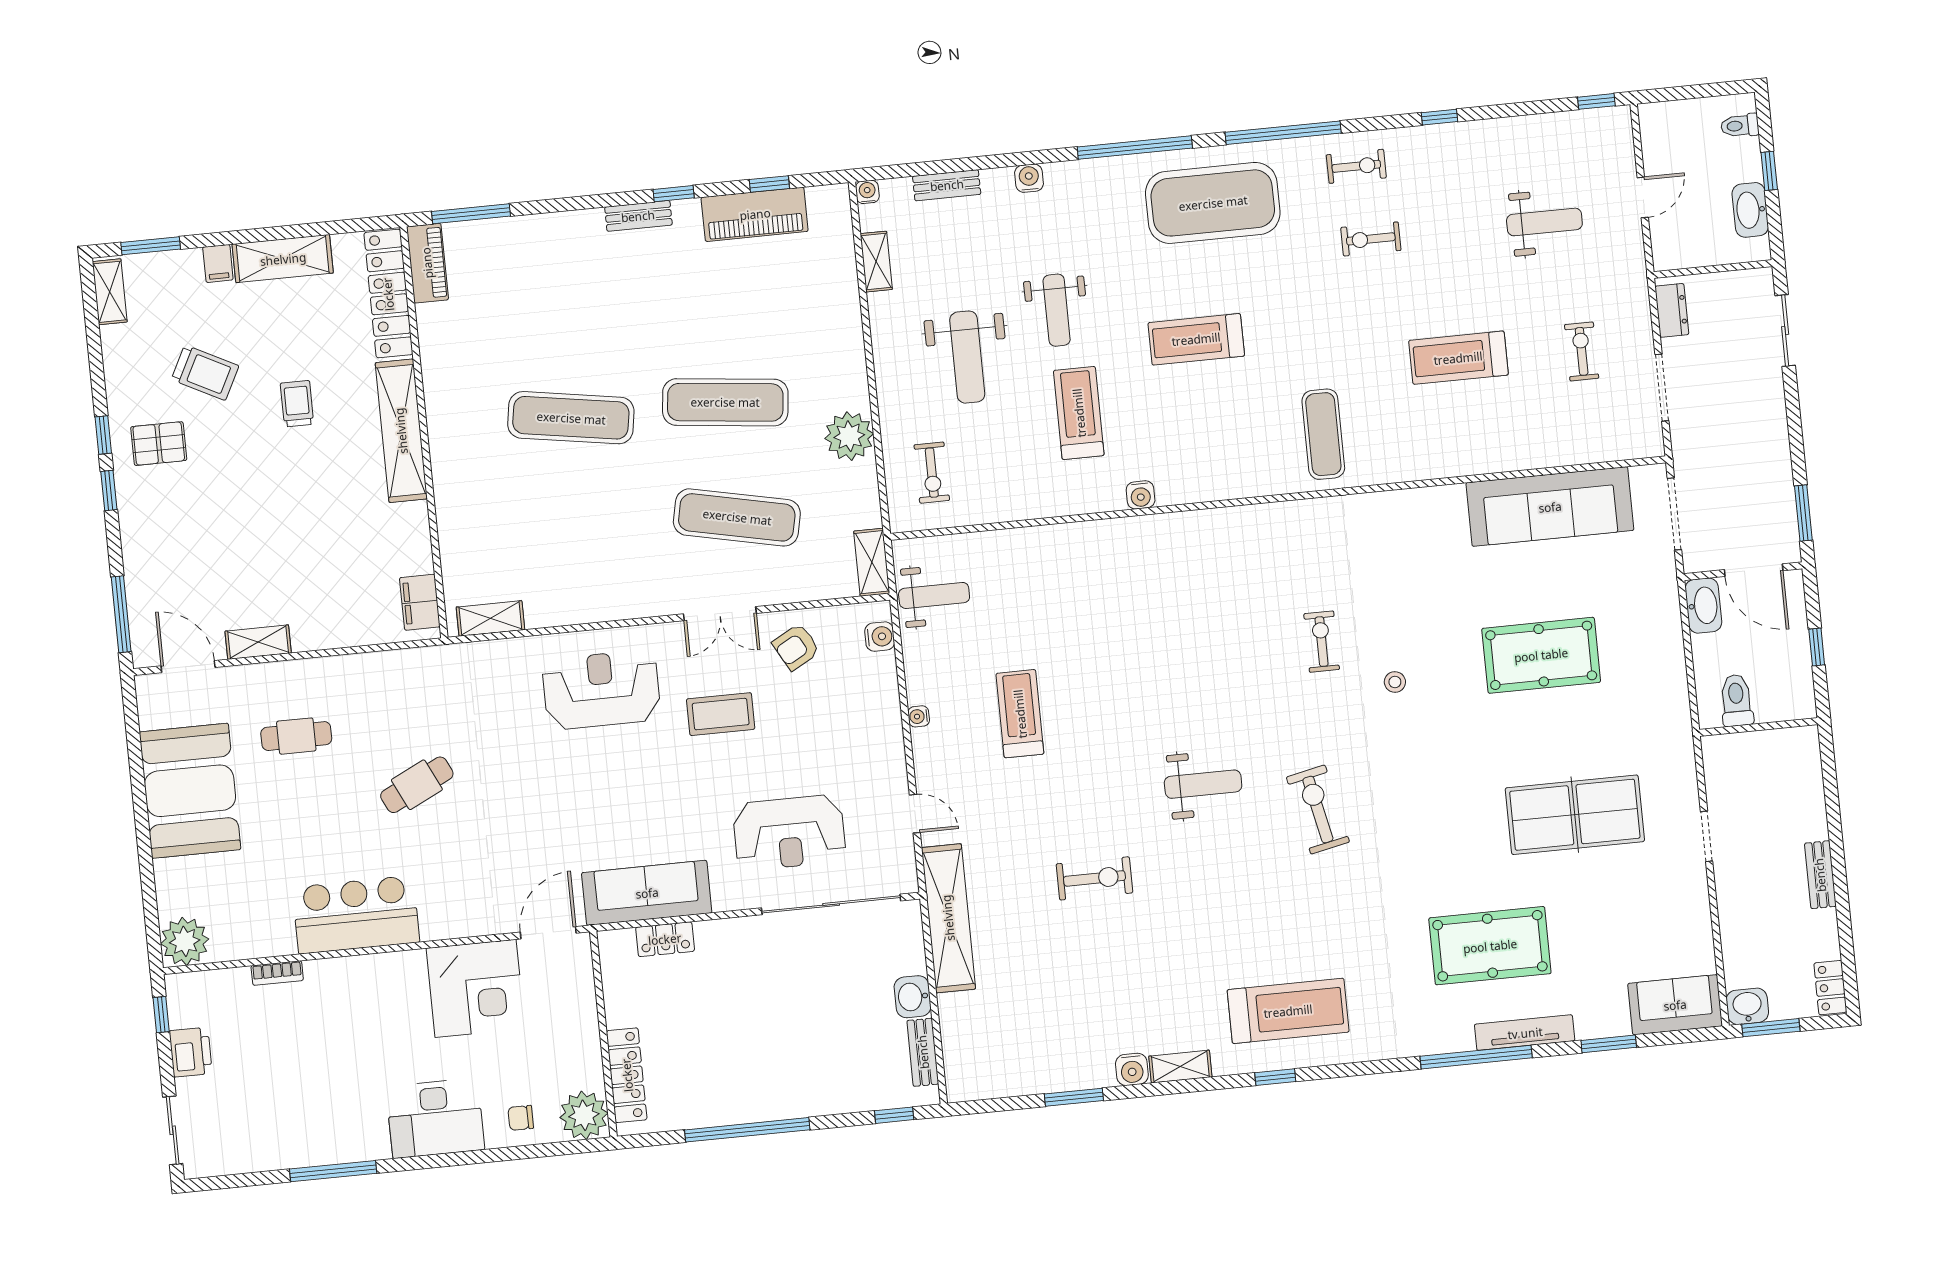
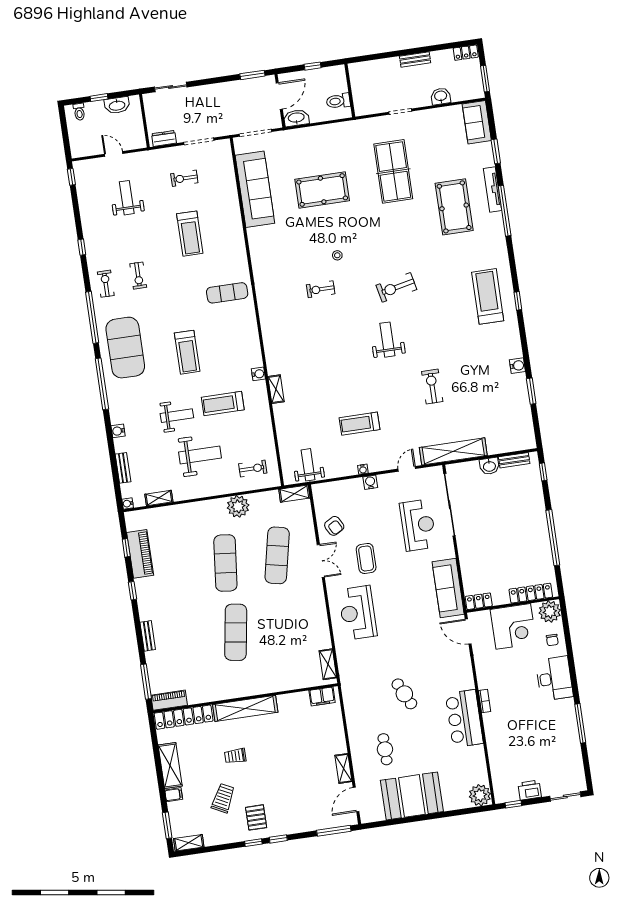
bench: (638, 216) -> (148, 636), moved
water cooler: (880, 637) -> (370, 482), moved
pool table: (1541, 655) -> (322, 190), turned 90
locker: (665, 939) -> (479, 601), moved, turned -90
bookcase: (277, 973) -> (485, 701), moved
corner desk: (476, 988) -> (513, 626), moved, turned 90
washbasin: (1747, 1006) -> (441, 96), moved, turned 90
shelving: (1180, 1067) -> (276, 389), moved

